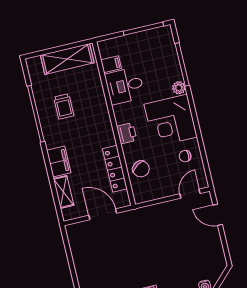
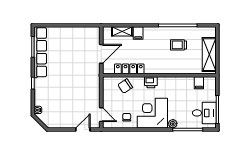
desk: (125, 86) -> (204, 113), moved, turned 90
filing cabinet: (59, 162) -> (138, 33), width x0.50

